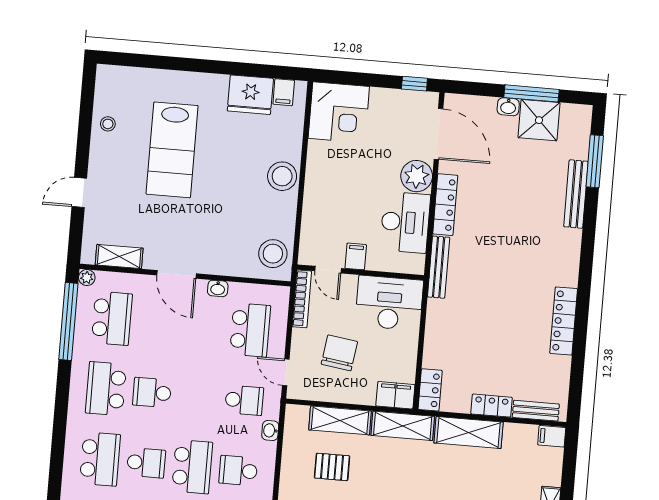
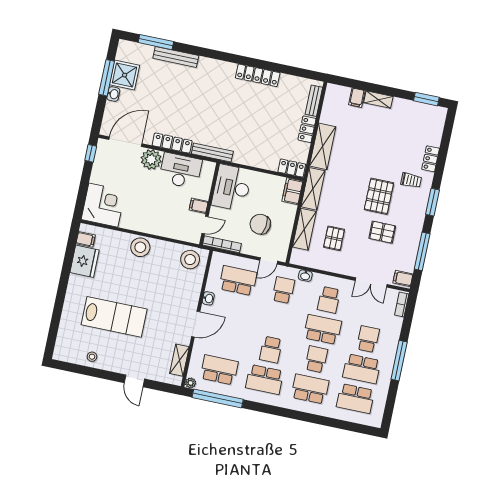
filing cabinet: (552, 436) -> (357, 98), moved

